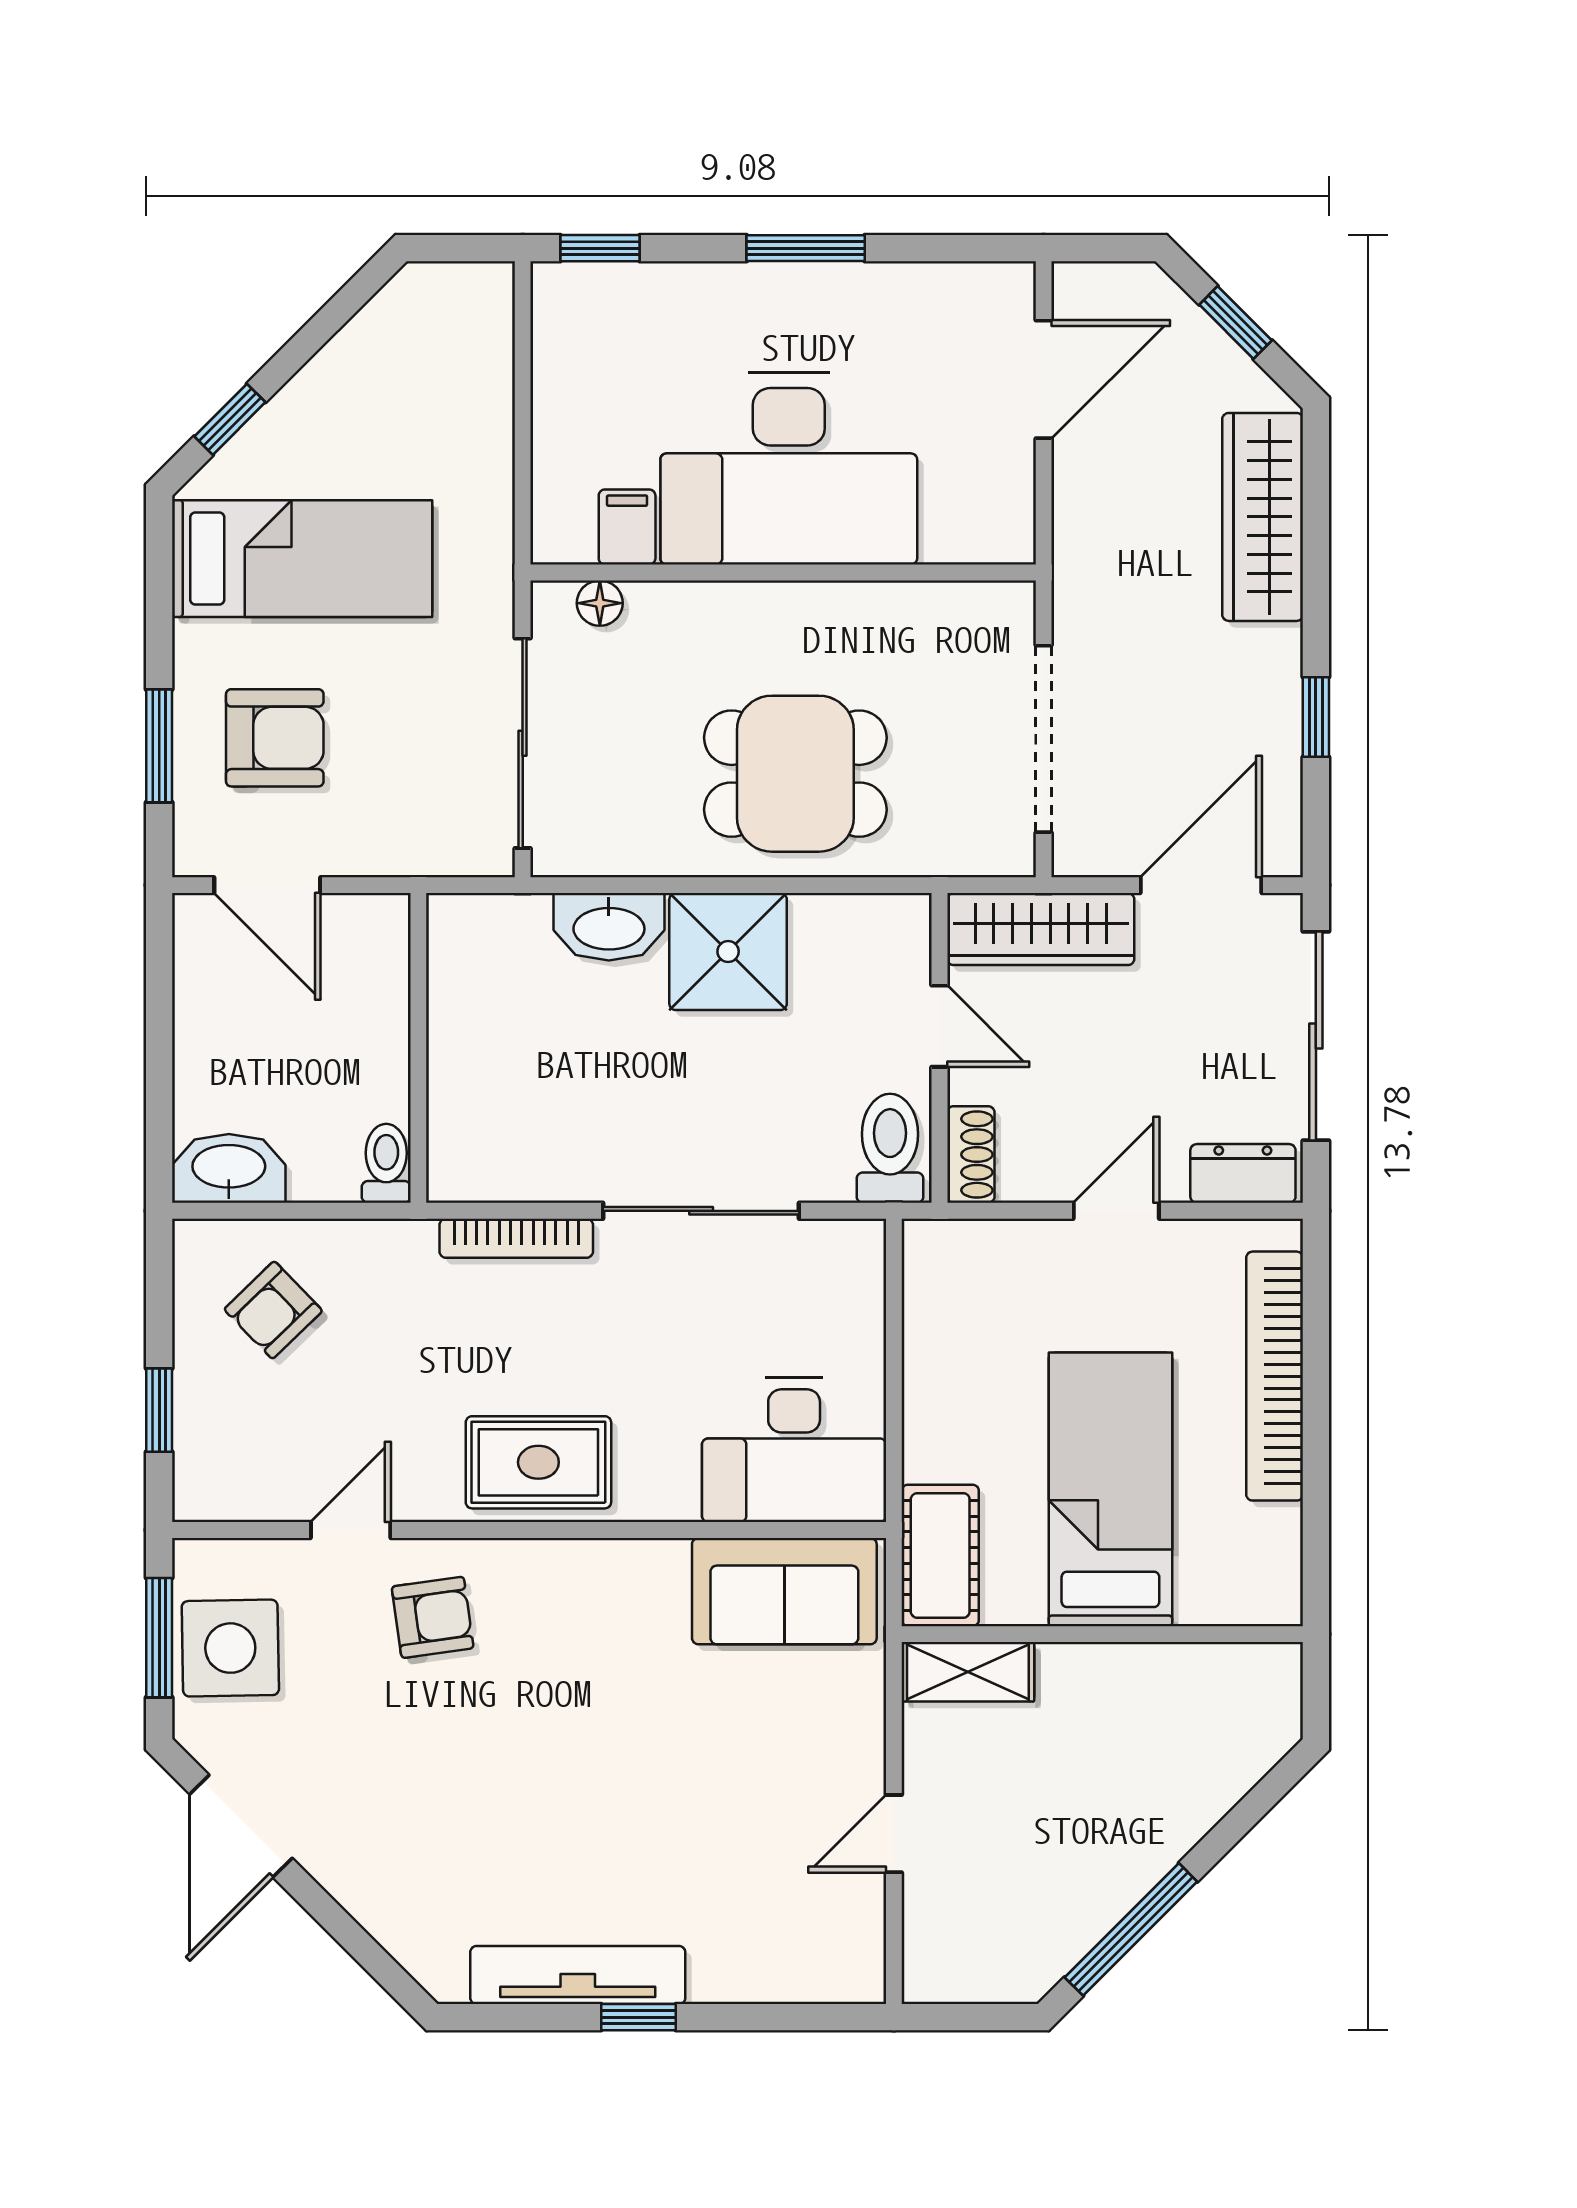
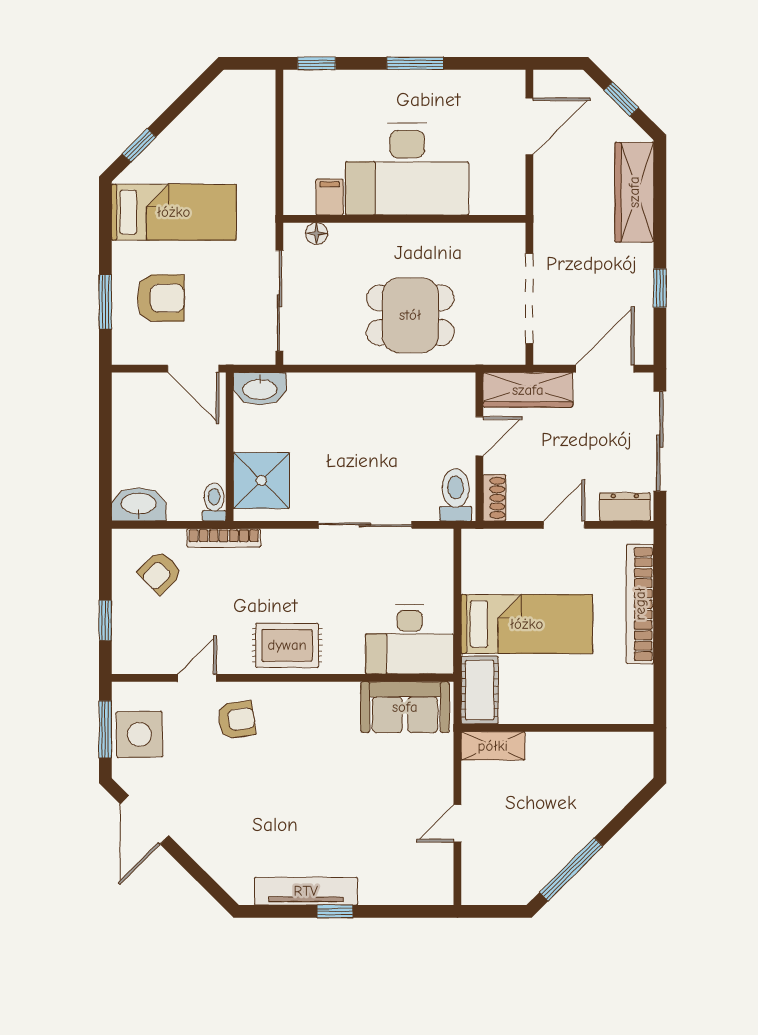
door: (267, 885) -> (193, 369), moved
washbasin: (609, 927) -> (260, 389), moved
shower: (728, 952) -> (261, 480), moved
door: (939, 1026) -> (479, 436), hinge flipped
bookcase: (516, 1238) -> (224, 538), moved
bed: (1110, 1489) -> (527, 624), moved, turned 90

